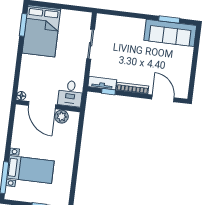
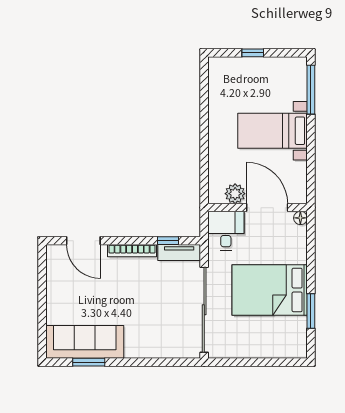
window: (23, 25) -> (311, 311), moved
bed: (41, 31) -> (270, 290), moved, turned -90
sliding door: (91, 44) -> (204, 310), width x1.86
bed with nightstands: (30, 170) -> (273, 131), moved

